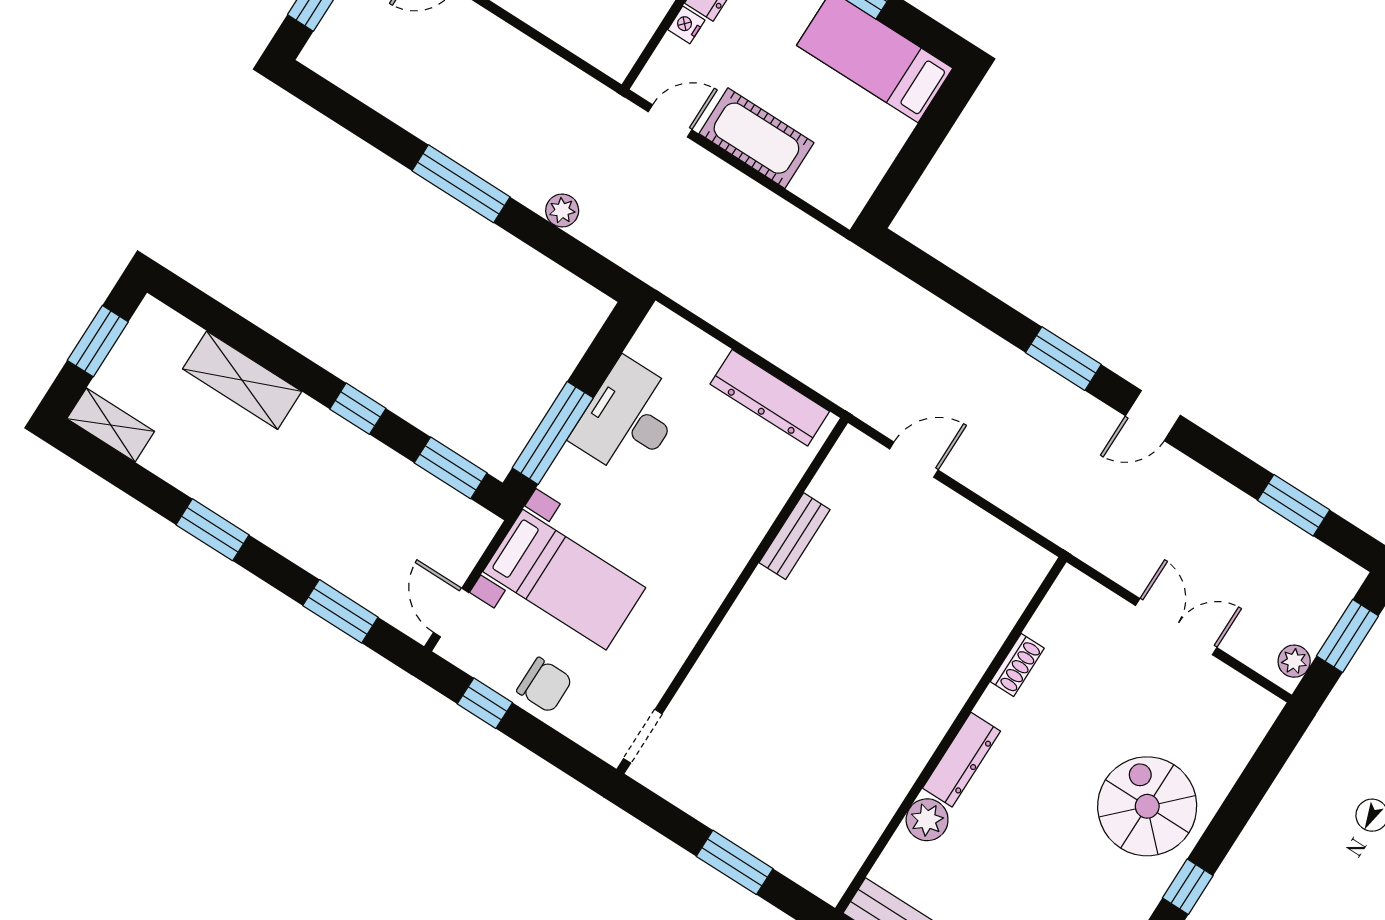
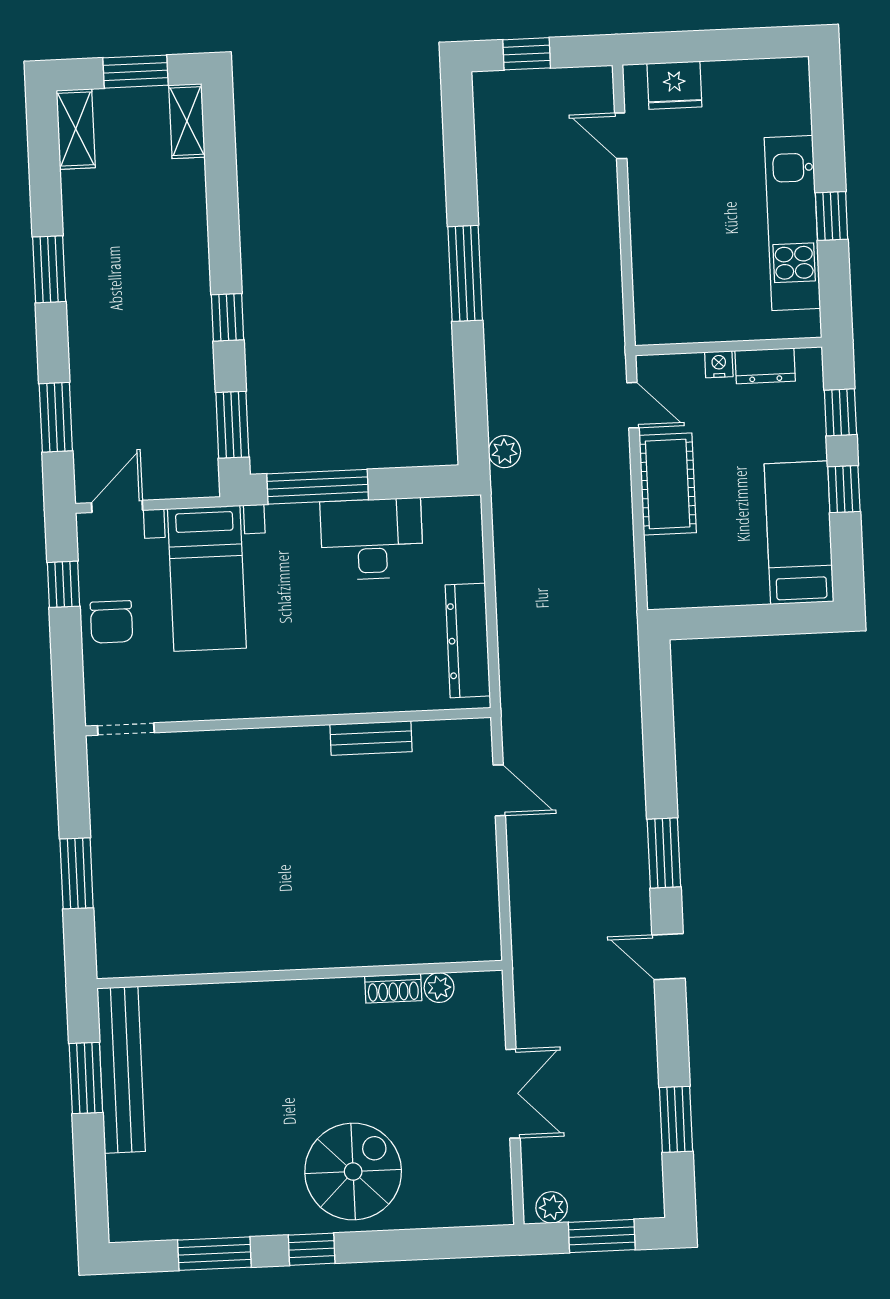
plant: (562, 210) -> (504, 452), moved
shelving: (242, 380) -> (187, 121), moved, width x0.67, depth x0.75
dresser: (961, 760) -> (286, 997), removed
plant: (927, 820) -> (439, 988), moved, width x0.73, depth x0.73

